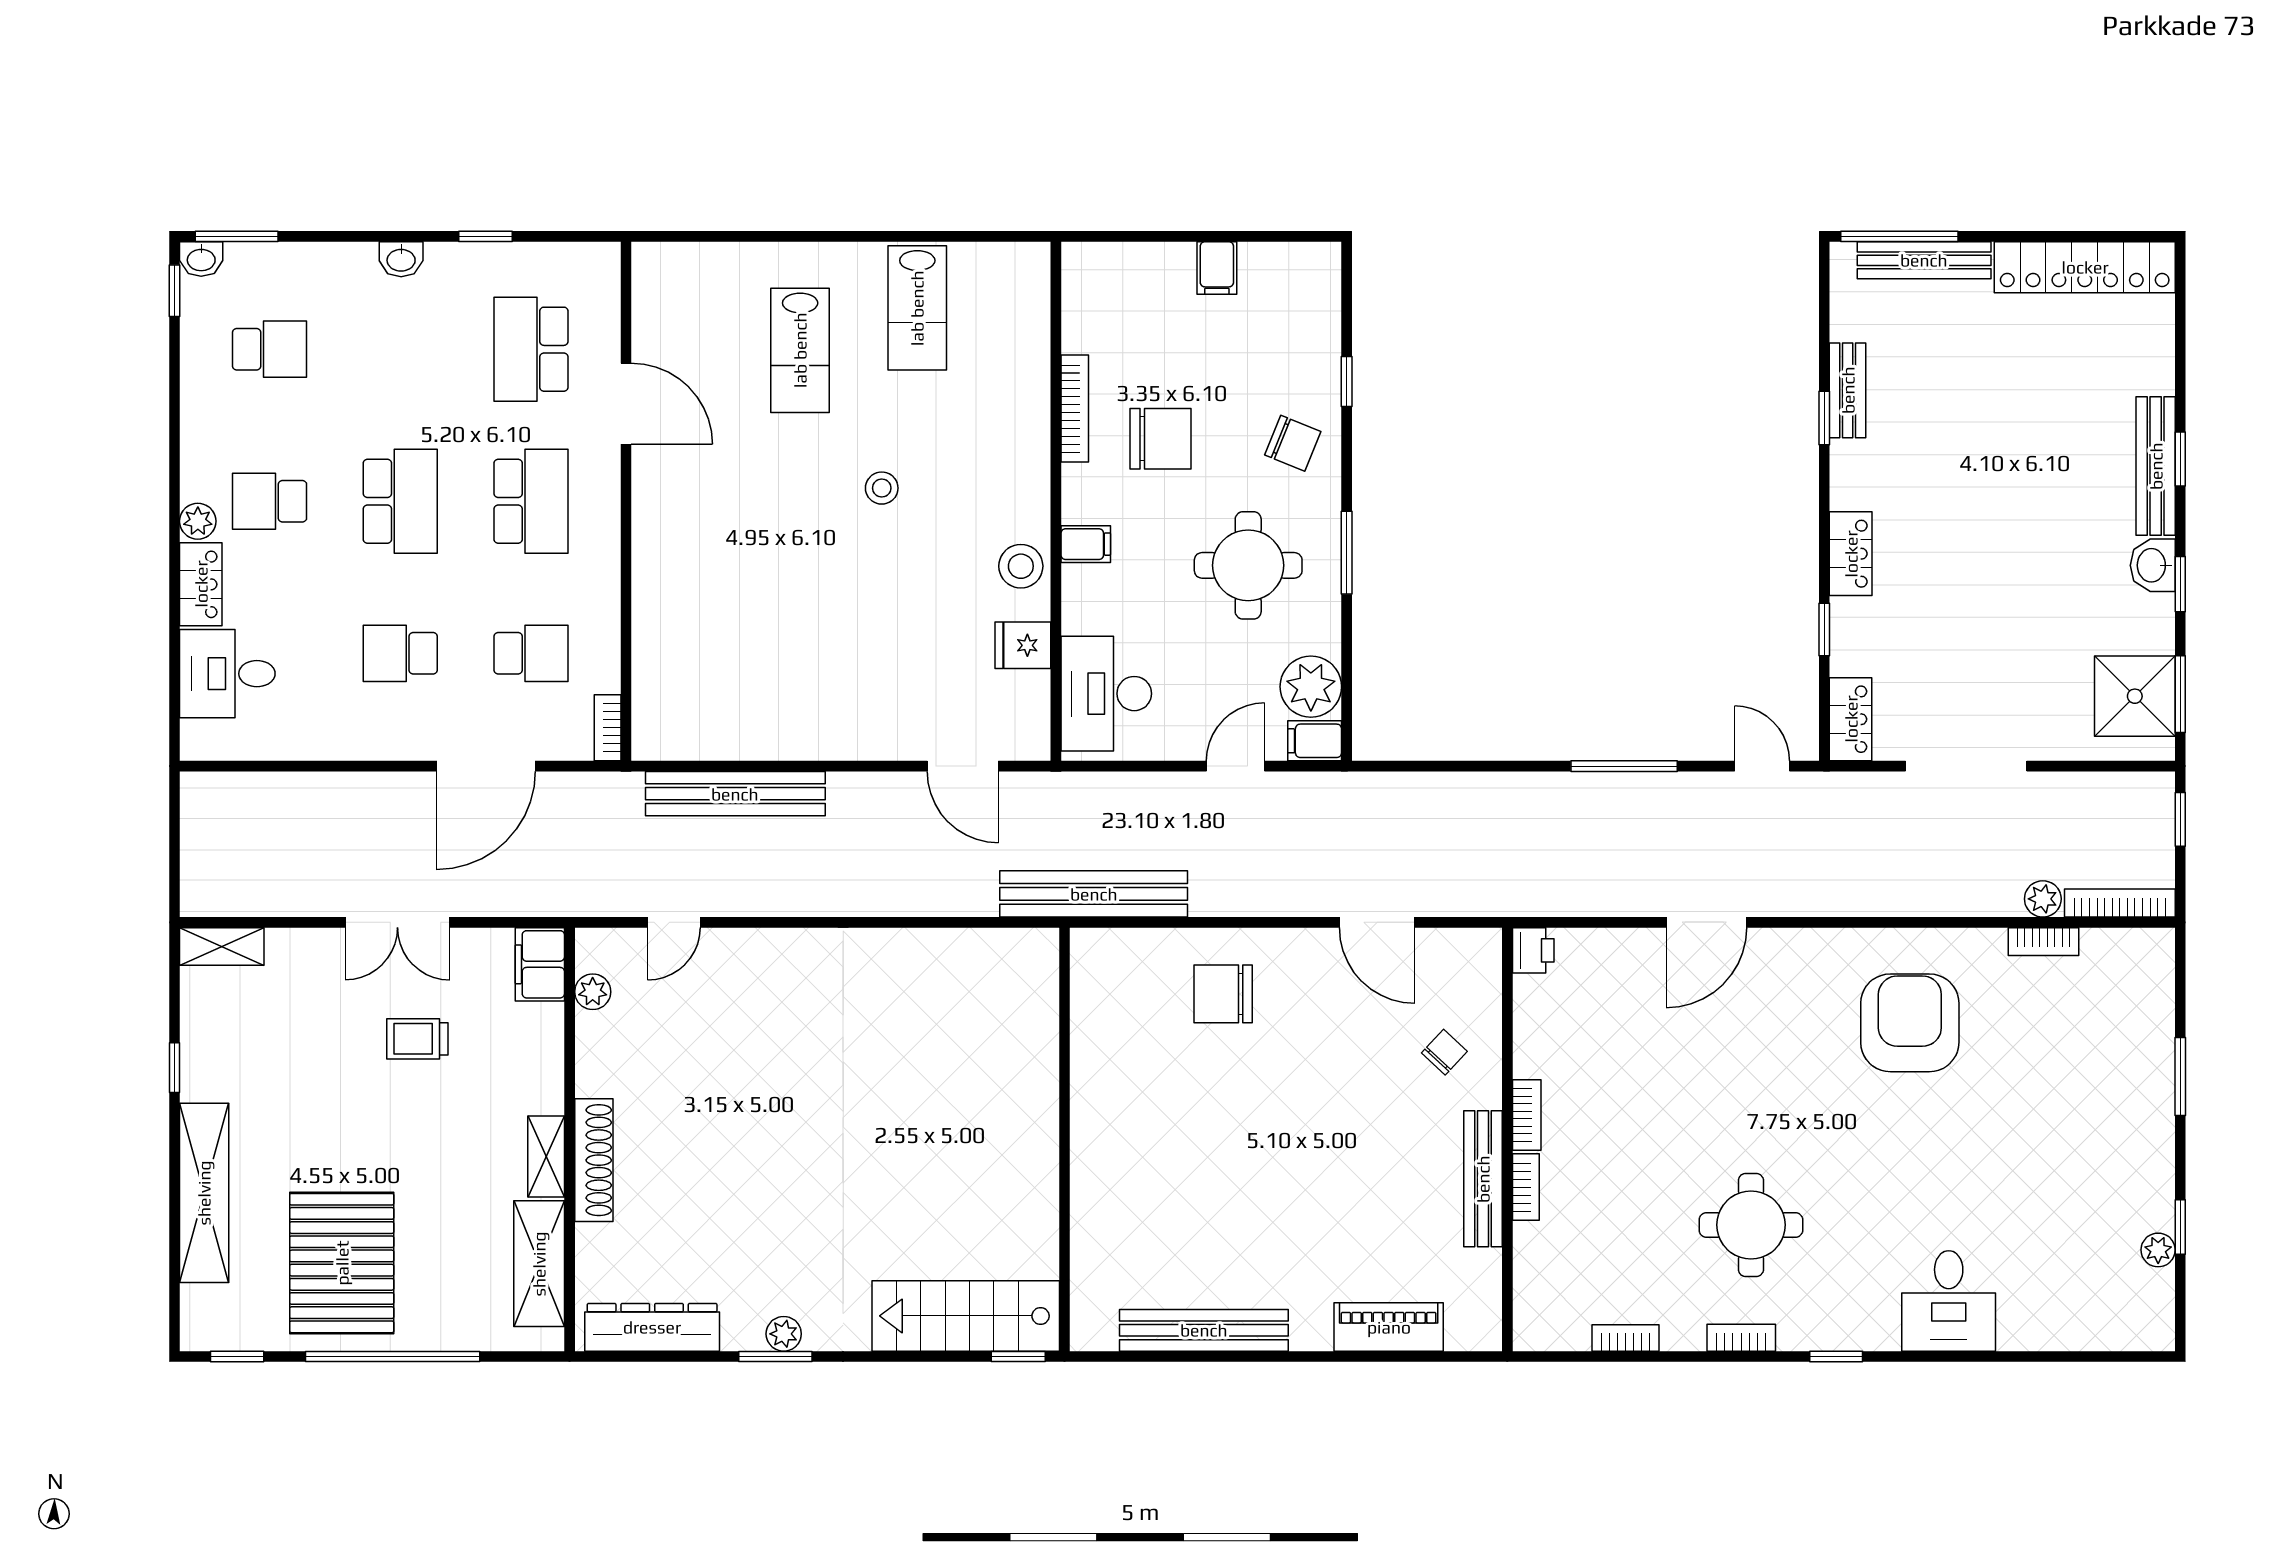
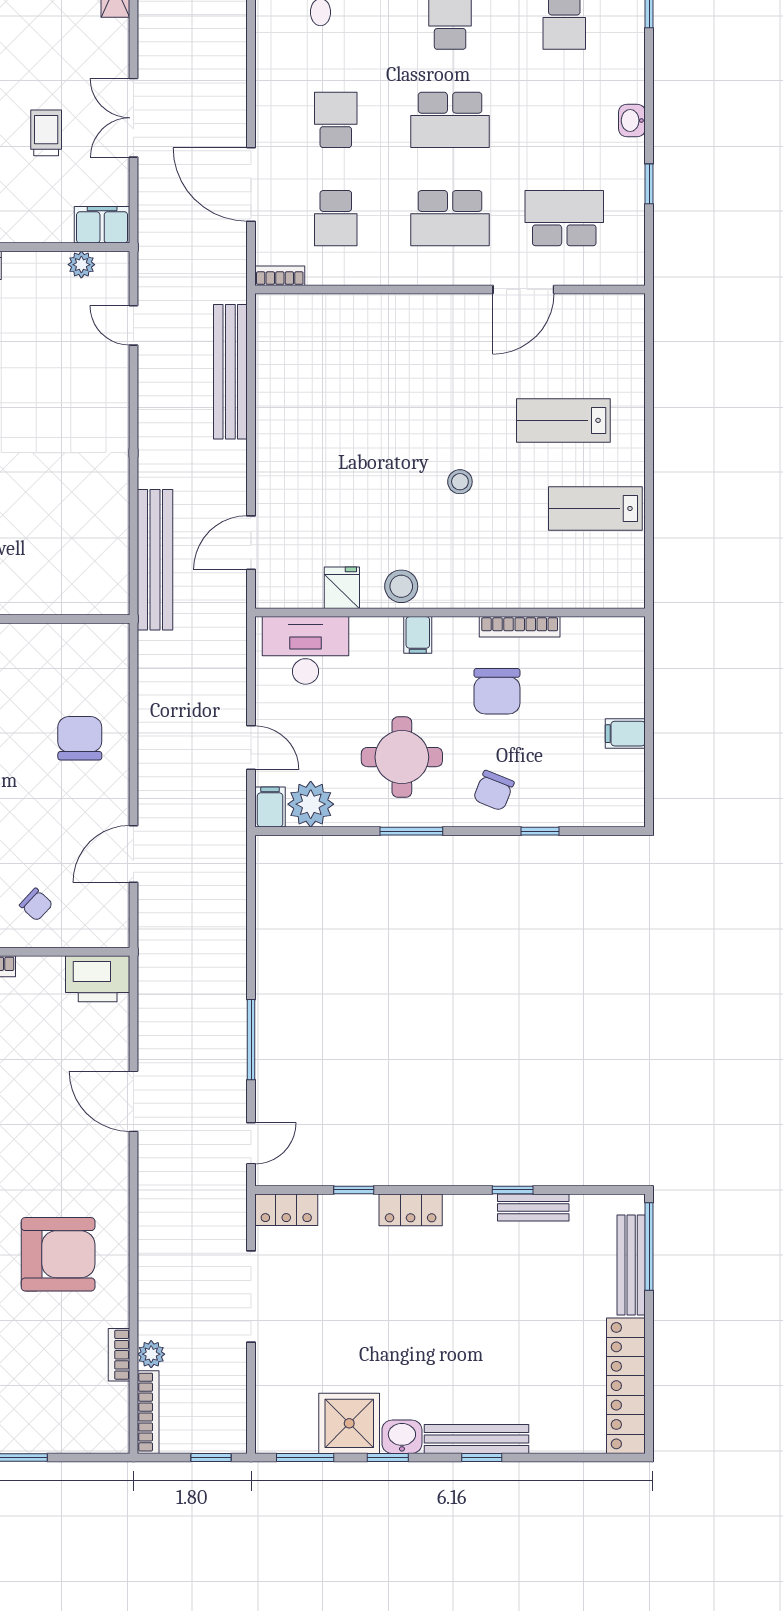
shower: (2135, 696) -> (349, 1423), moved
bench: (1094, 894) -> (155, 560), moved
printer: (1533, 950) -> (98, 979), width x1.87, depth x1.48

